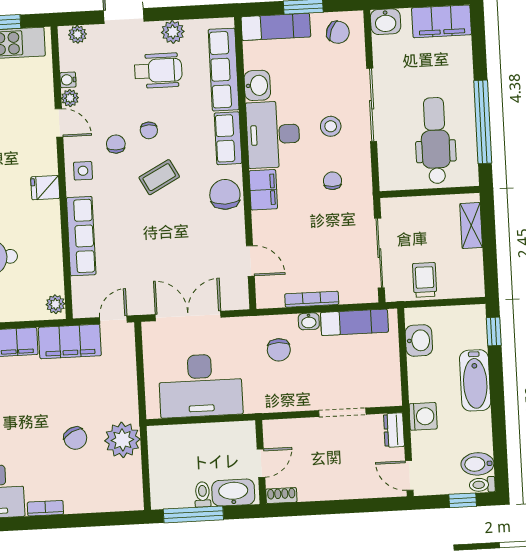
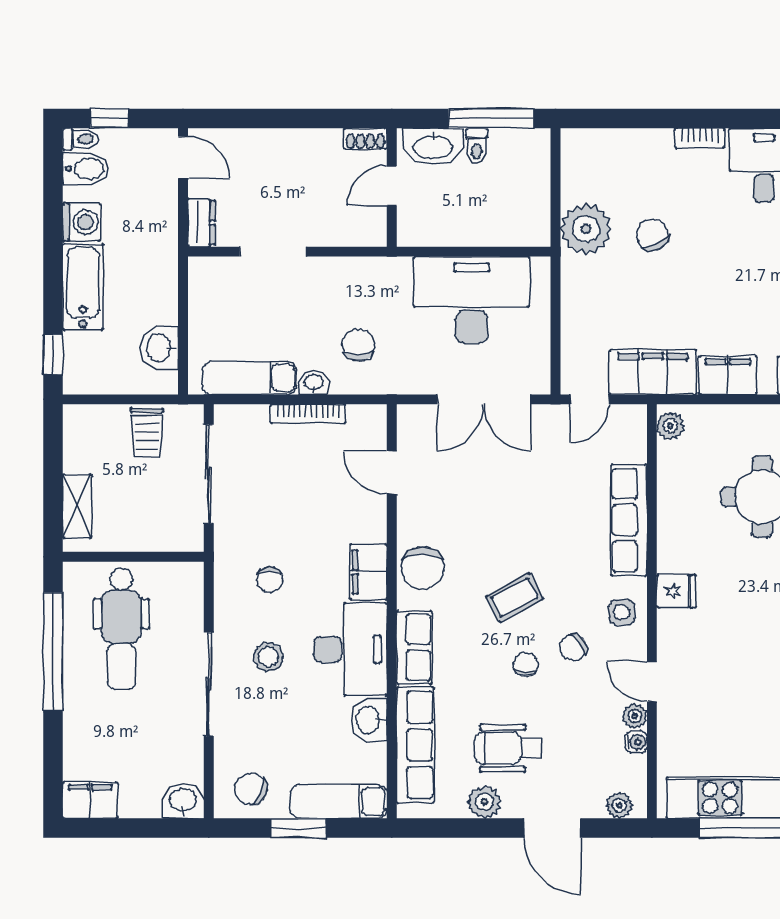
filing cabinet: (441, 21) -> (90, 800), width x0.67, depth x0.86
chair: (116, 144) -> (573, 648), turned 53
washing machine: (423, 416) -> (82, 222), moved, turned 180

